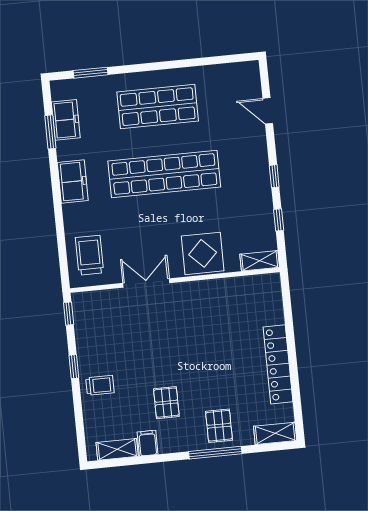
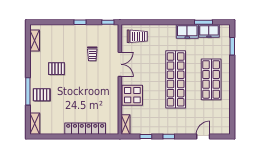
freezer: (73, 181) -> (187, 31), moved
locker: (278, 364) -> (85, 129), moved
trolley: (100, 385) -> (92, 54), moved
filing cabinet: (148, 443) -> (36, 57), removed

